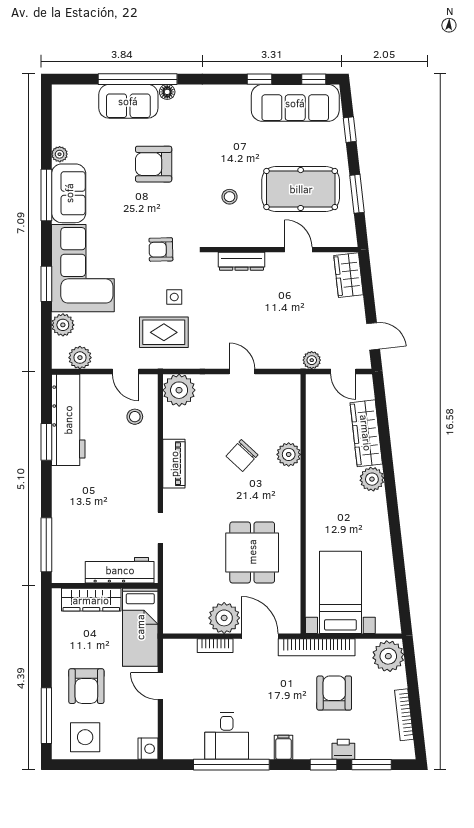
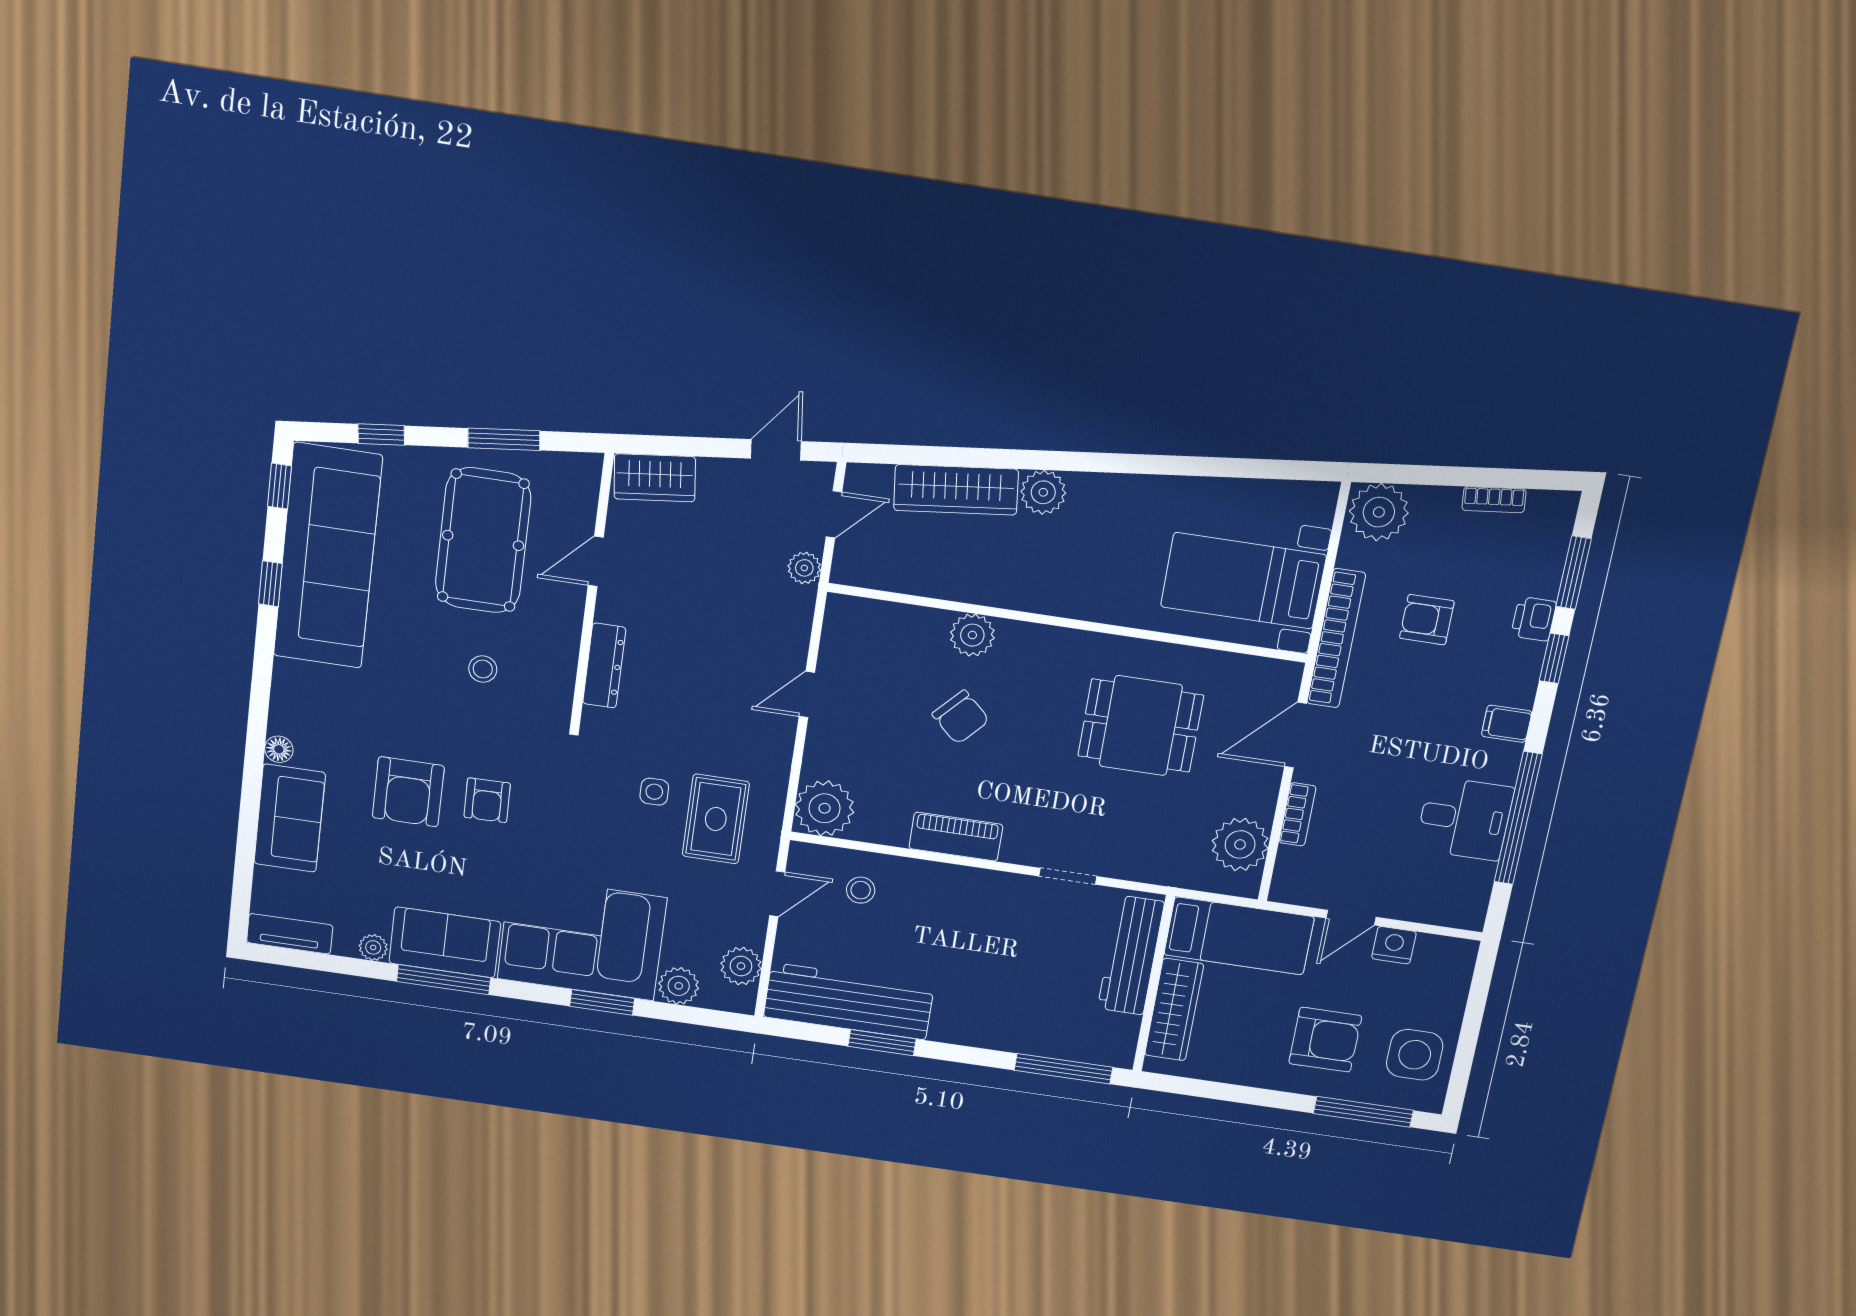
window: (138, 79) -> (251, 796), removed
sofa: (295, 103) -> (328, 556), width x1.36, depth x1.27
tv unit: (60, 108) -> (290, 934), added
armchair: (161, 250) -> (487, 800), moved
plant: (224, 618) -> (1240, 844), moved
armchair: (334, 693) -> (1427, 620), width x0.72, depth x0.72
bookcase: (404, 715) -> (1494, 500), width x0.64
nightstand: (148, 749) -> (1394, 945), moved

